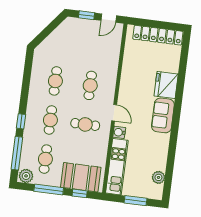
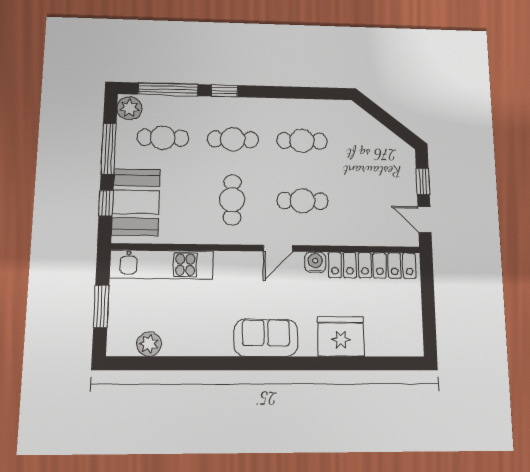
locker: (158, 35) -> (372, 265), moved, turned -90
fridge: (166, 85) -> (341, 337), moved
door: (114, 113) -> (278, 248), moved
water cooler: (119, 132) -> (315, 262), moved

